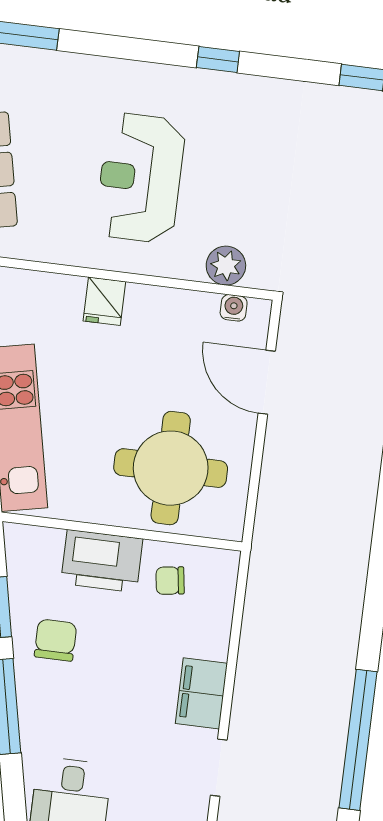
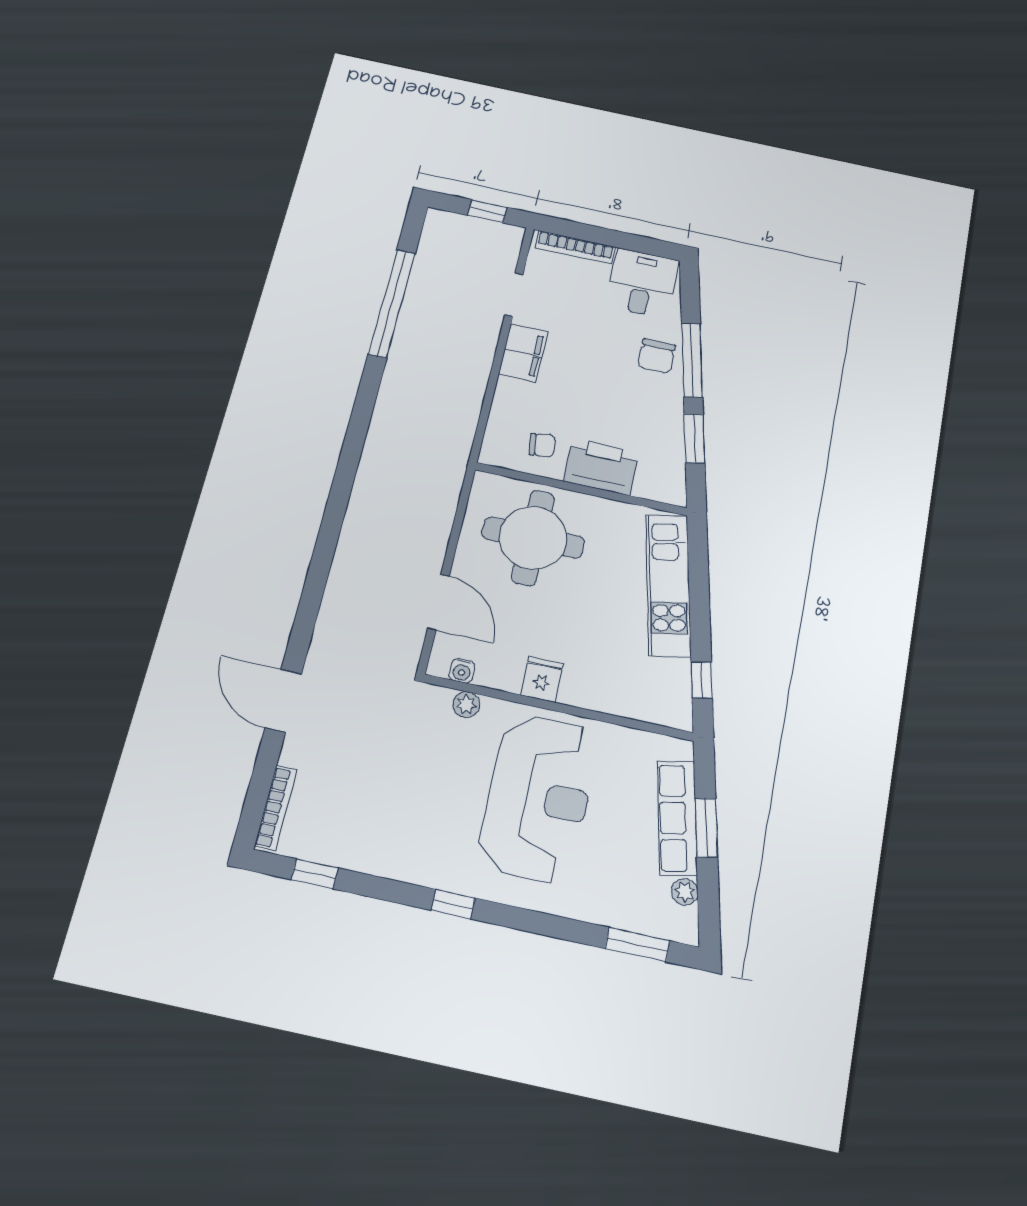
reception desk: (140, 178) -> (538, 798), width x1.36, depth x1.30
plant: (226, 266) -> (466, 705), width x0.73, depth x0.73
fridge: (104, 301) -> (542, 679), moved
chair: (56, 640) -> (657, 356), moved

